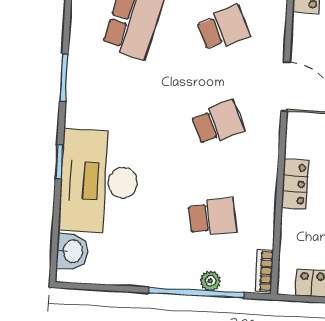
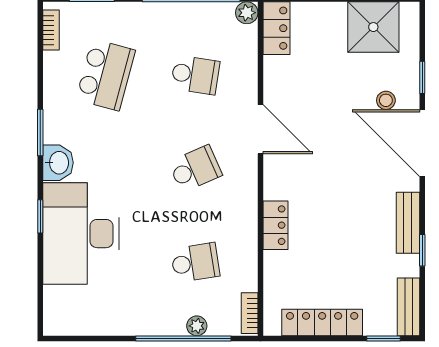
school desk: (223, 28) -> (195, 75), turned 33
washbasin: (72, 251) -> (58, 163), moved

